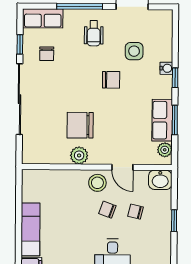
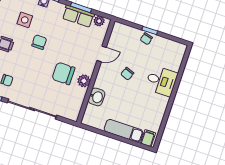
chair: (80, 125) -> (63, 73), turned 90
washbasin: (160, 180) -> (97, 97), moved
stool: (97, 183) -> (107, 74), removed
chair: (136, 212) -> (146, 39), moved

